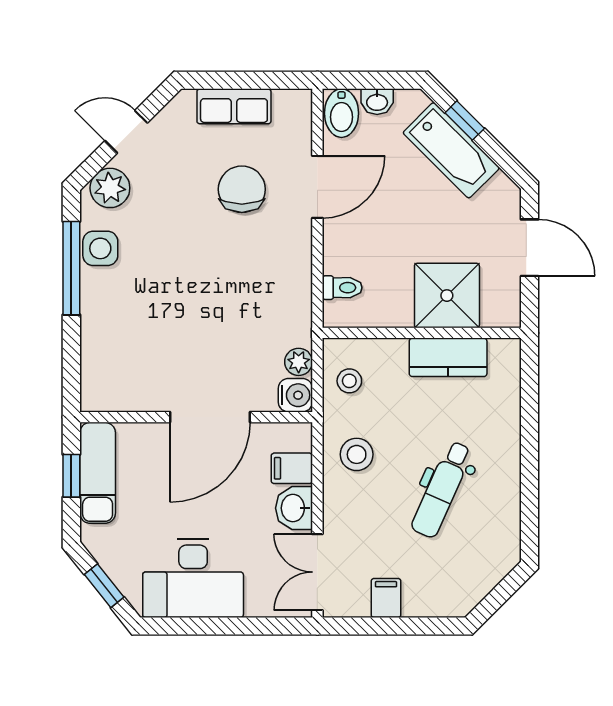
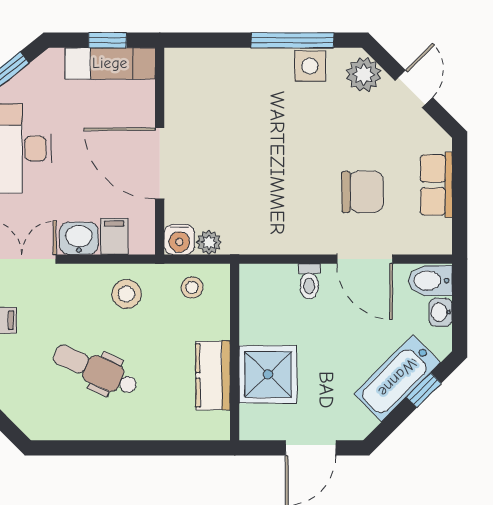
toilet: (342, 288) -> (309, 281), moved

